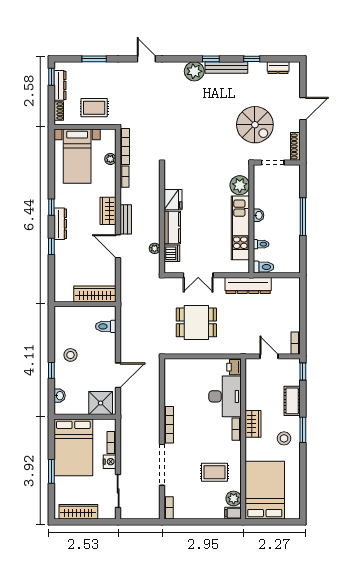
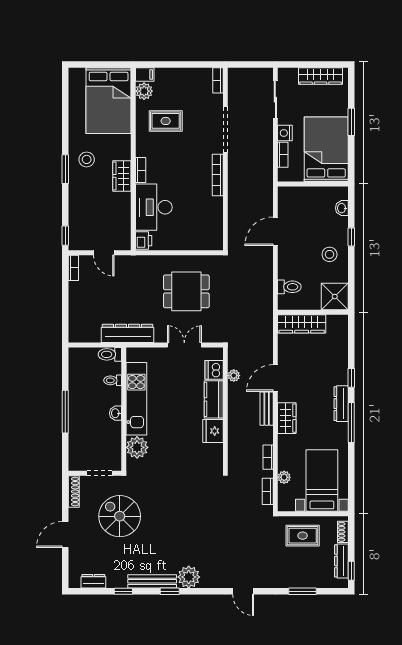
bookcase: (125, 147) -> (268, 491), width x0.64
window: (51, 207) -> (351, 423), width x2.17
door: (118, 246) -> (275, 378), swing flipped
cot: (292, 401) -> (77, 202), removed
shower: (101, 403) -> (335, 297), moved

